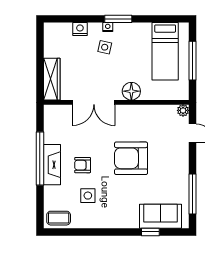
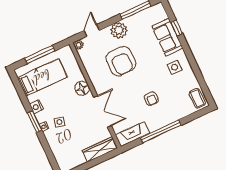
nightstand: (80, 29) -> (37, 107), moved
armchair: (131, 158) -> (121, 61), moved
plant: (178, 164) -> (119, 30), added
fireplace: (52, 165) -> (133, 134), moved
side table: (88, 196) -> (175, 67), moved
sofa: (161, 216) -> (167, 37), moved

